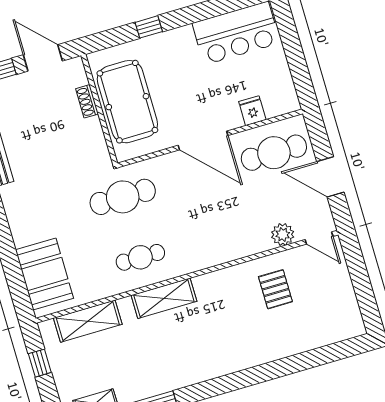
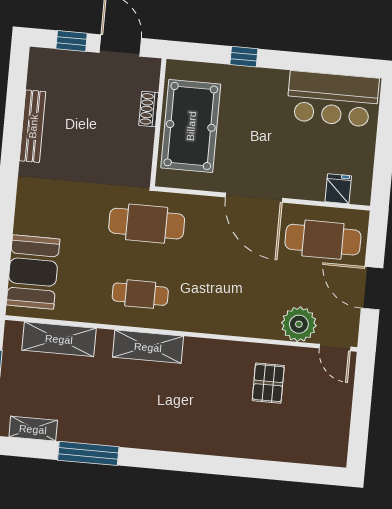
fridge: (252, 111) -> (338, 189), moved
plant: (283, 235) -> (299, 324), width x1.36, depth x1.36

